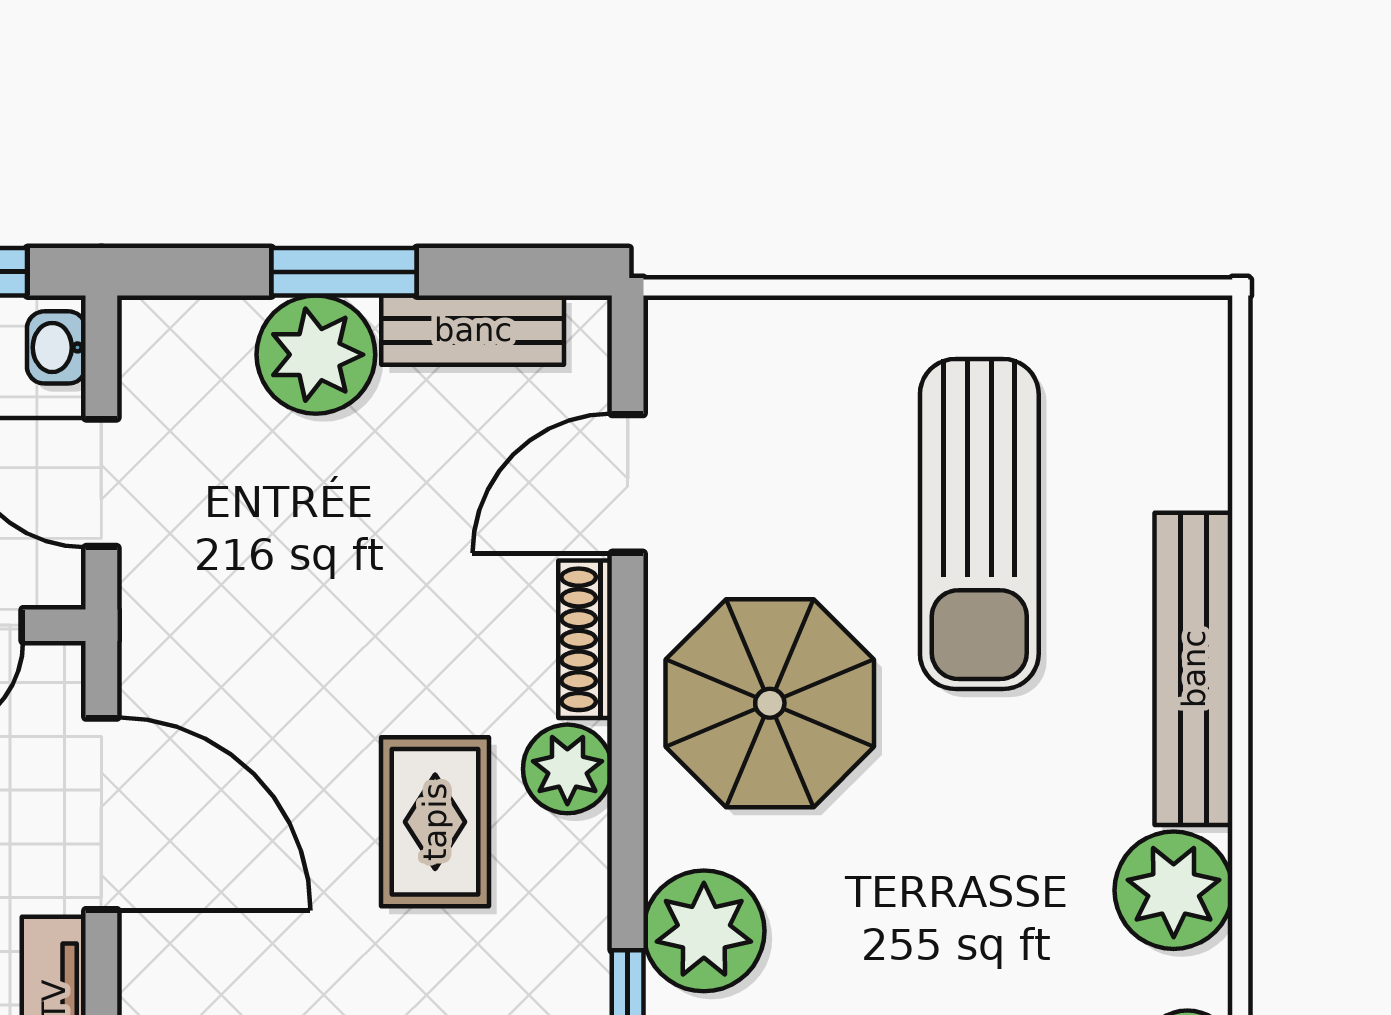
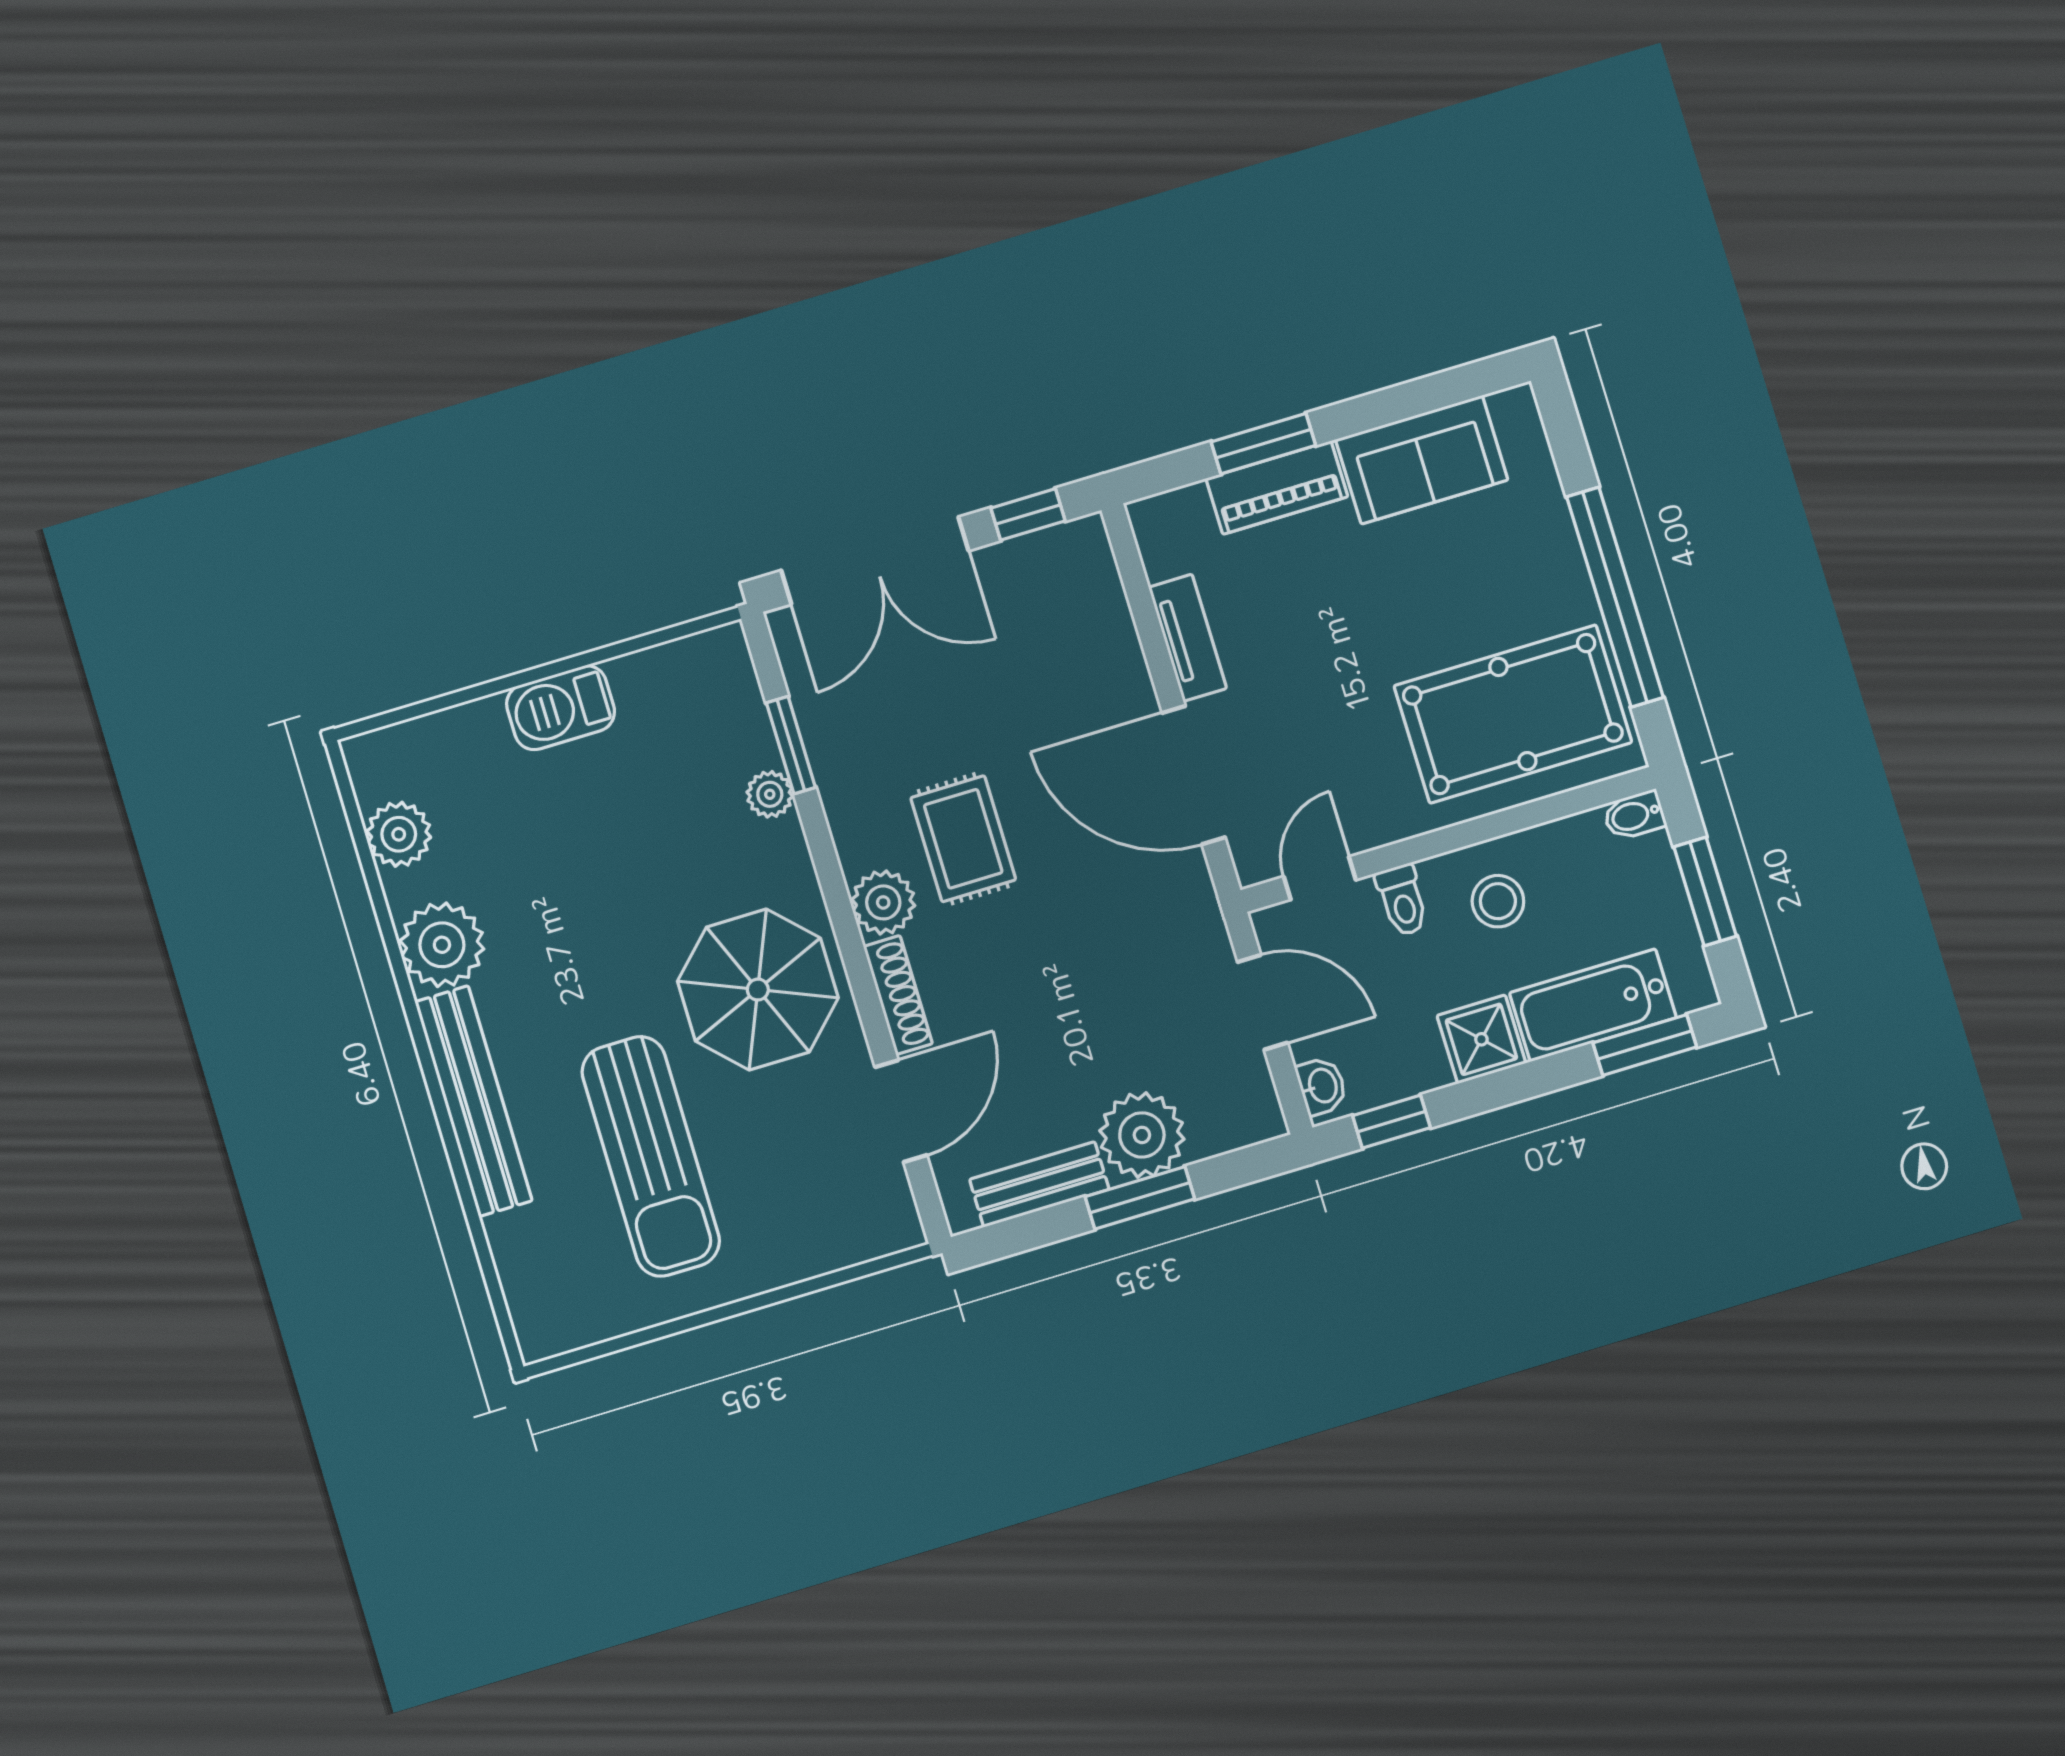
sun lounger: (979, 524) -> (651, 1156), turned 180
plant: (704, 931) -> (770, 794), width x0.53, depth x0.53

